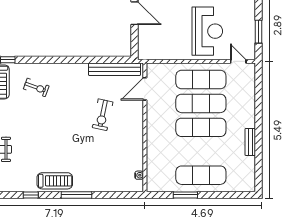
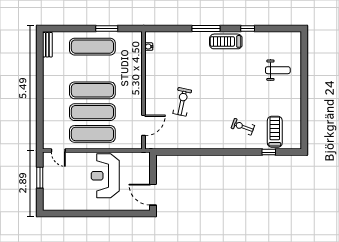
reception desk: (207, 31) -> (105, 176), moved
bench: (115, 69) -> (171, 143), removed
bench: (250, 142) -> (47, 45), moved

